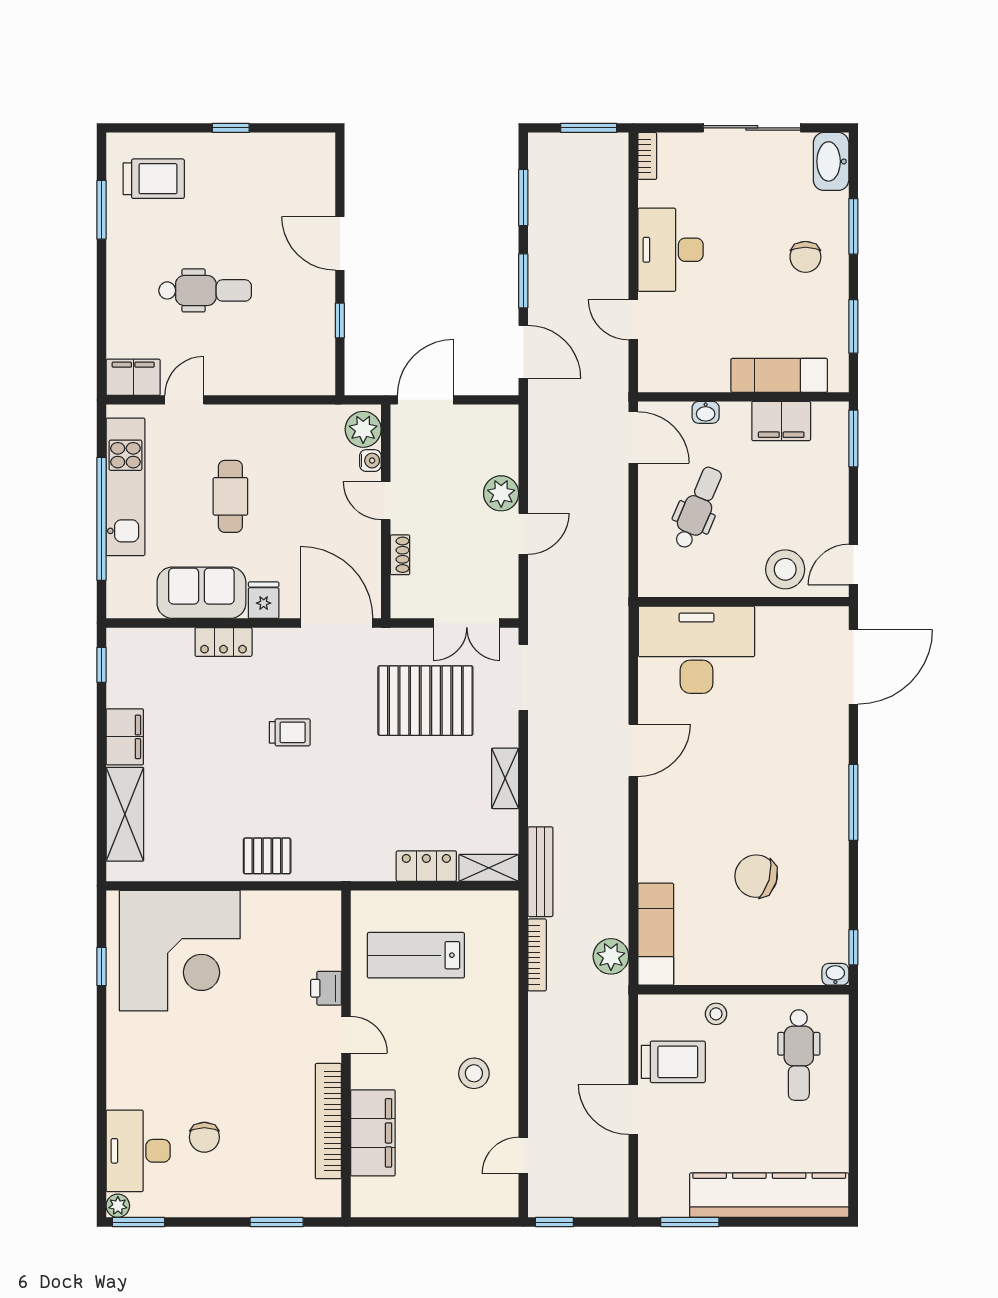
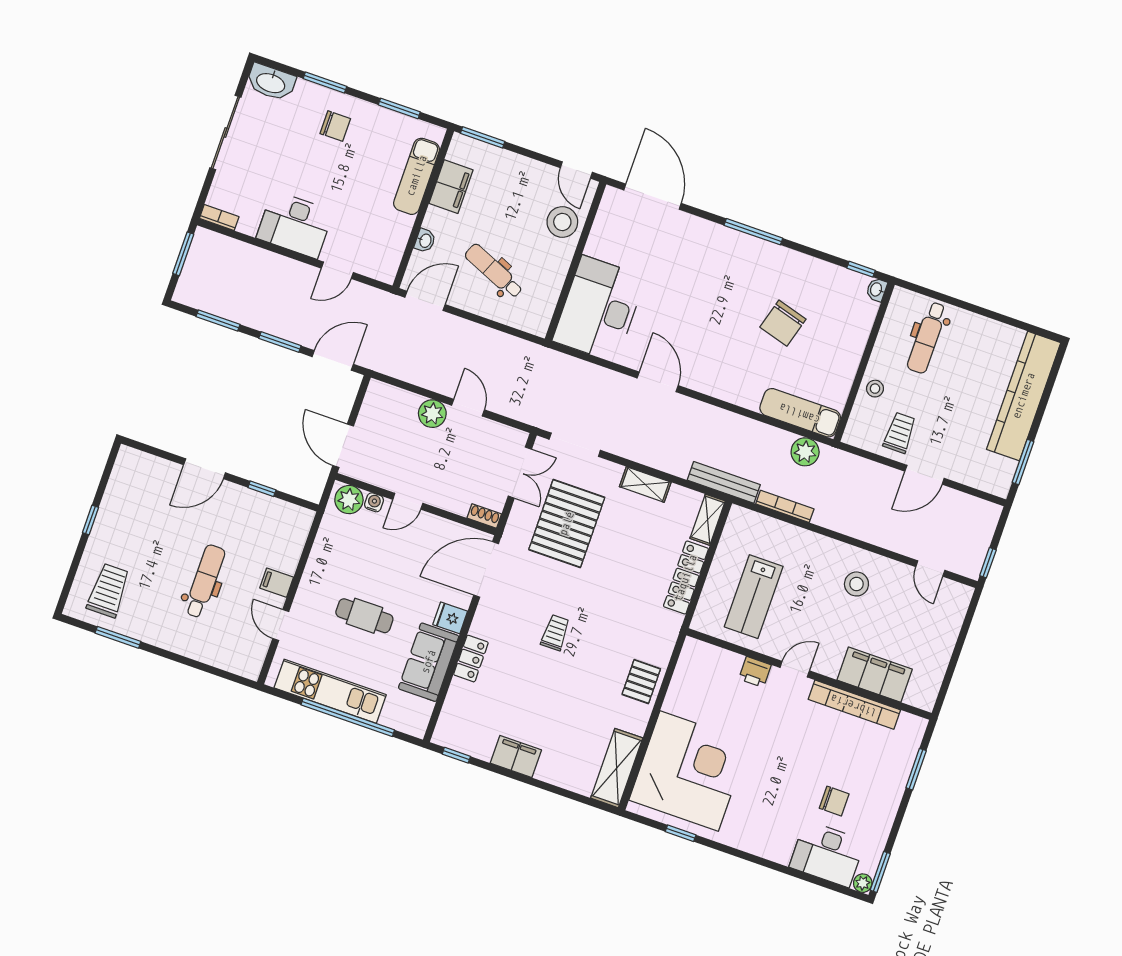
filing cabinet: (133, 377) -> (277, 583), moved, width x0.50
shoe rack: (400, 555) -> (484, 516), moved
shelving: (125, 814) -> (617, 768), moved, turned 90
locker: (426, 866) -> (686, 578), width x1.53
dental chair: (799, 1055) -> (927, 338), turned 90
trolley: (673, 1062) -> (900, 433), width x0.73, depth x0.72

